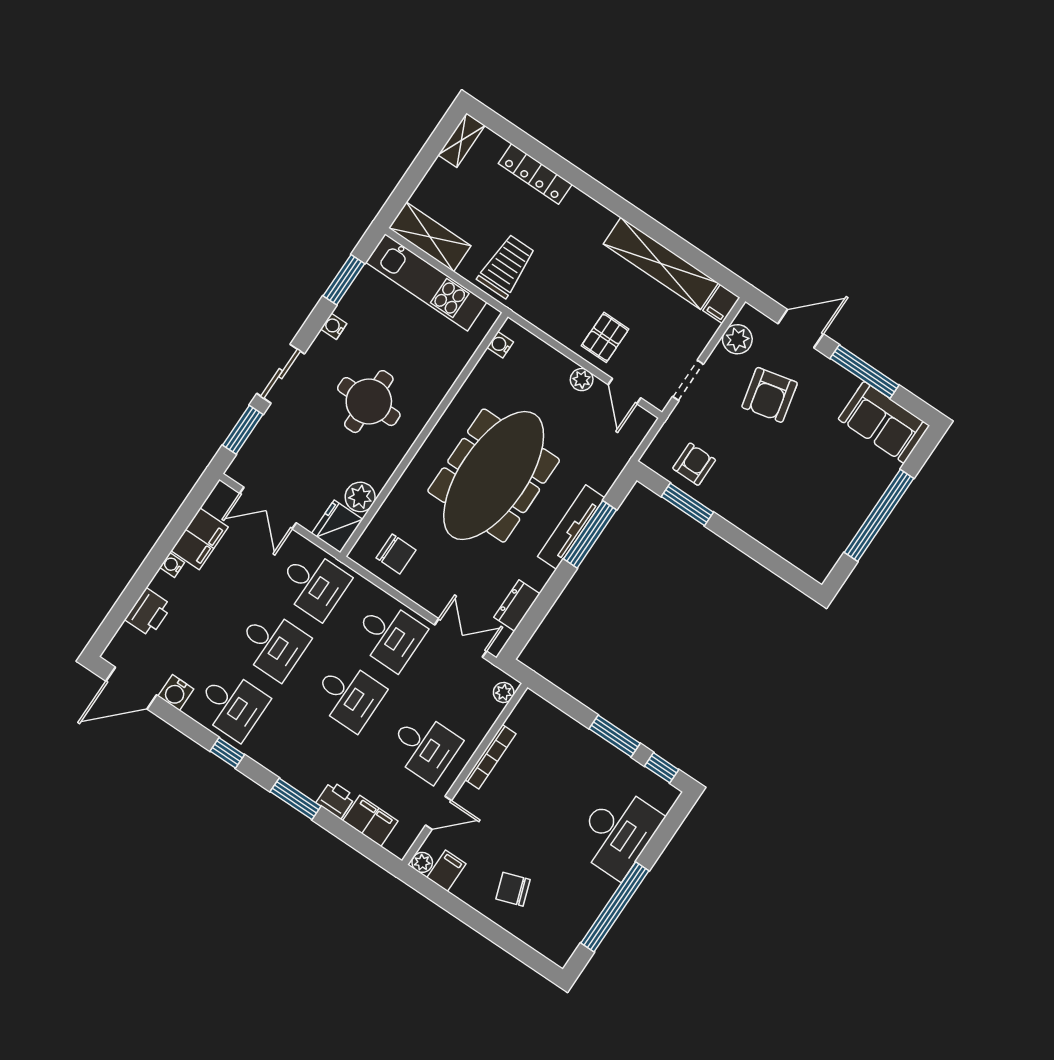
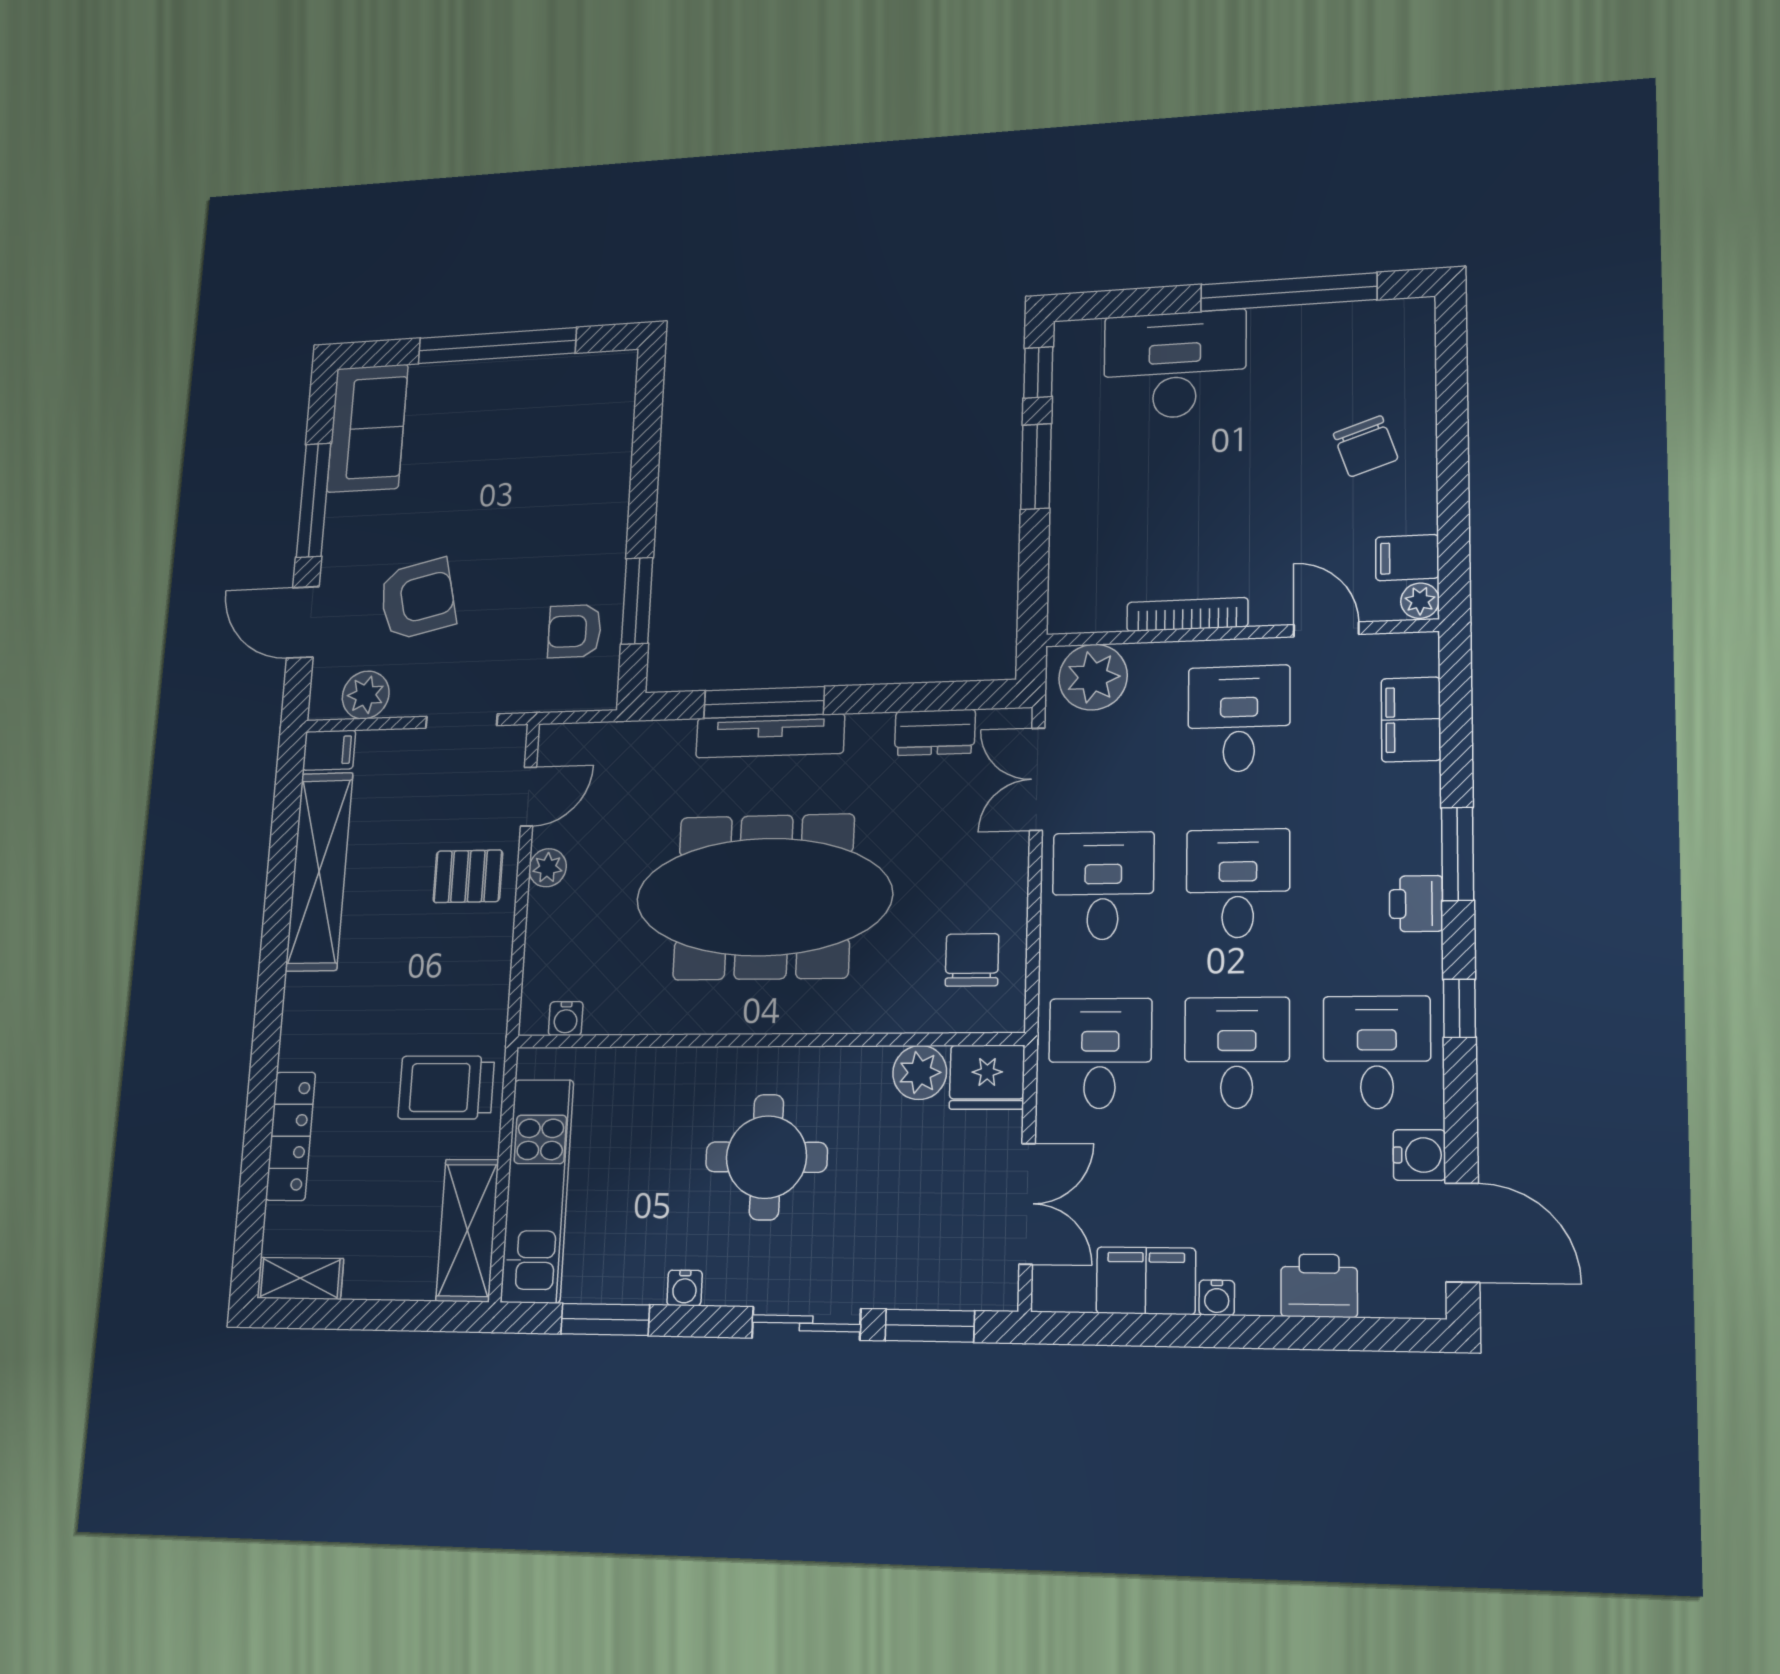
plant: (504, 692) -> (1093, 677), width x1.87, depth x1.87
printer: (336, 800) -> (1416, 904), moved

